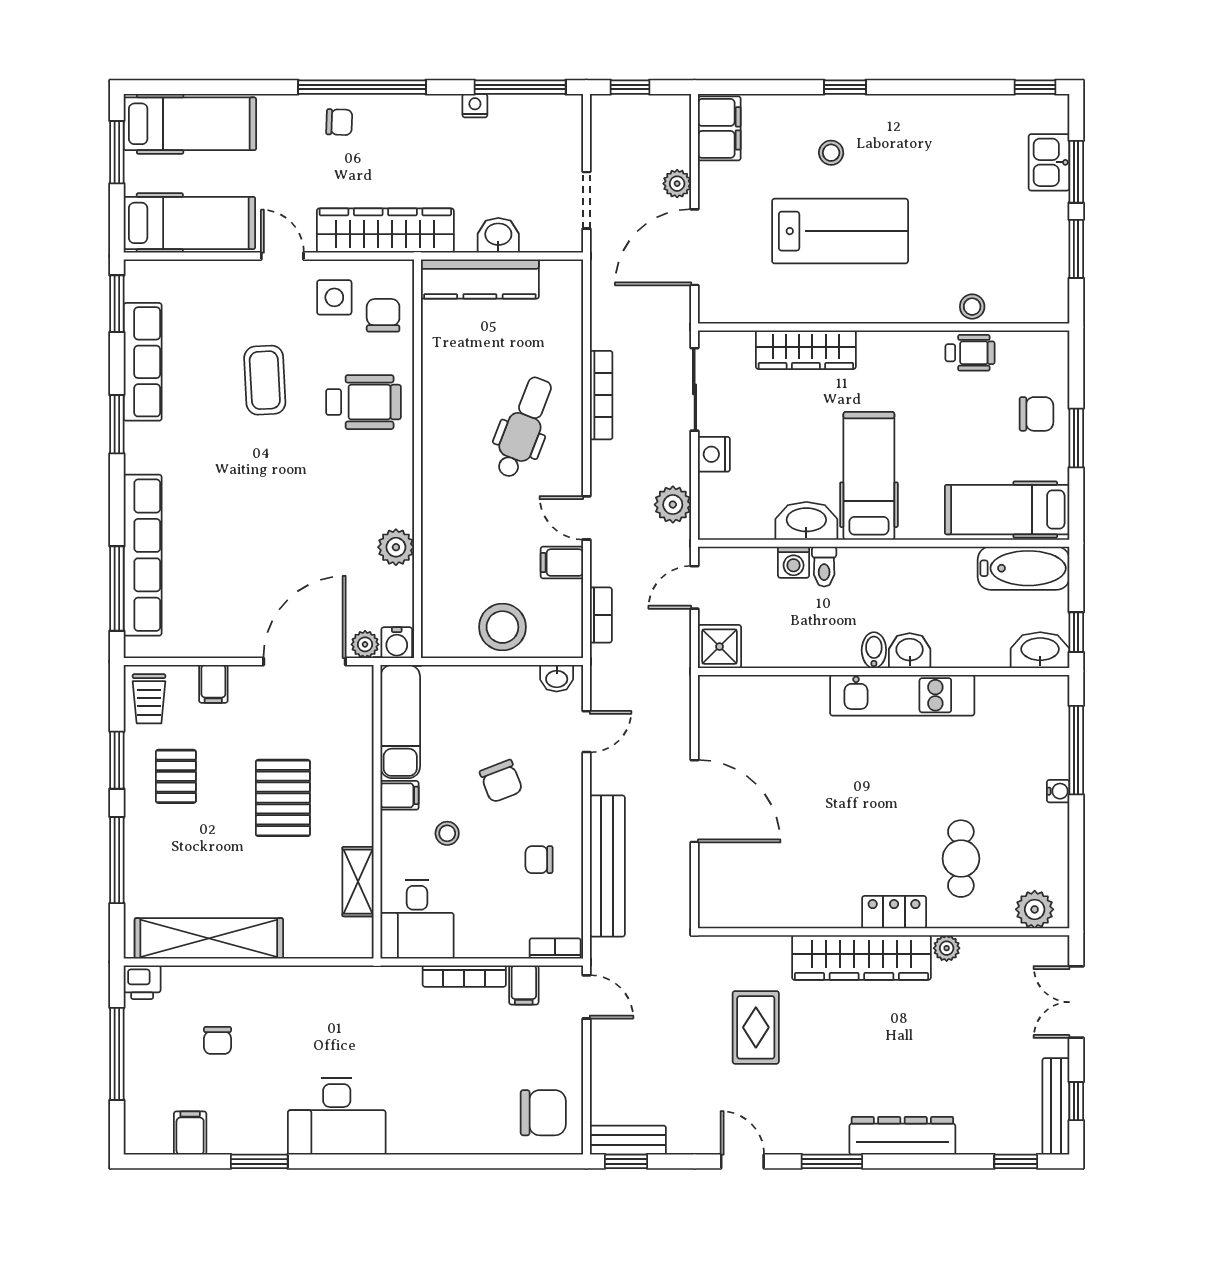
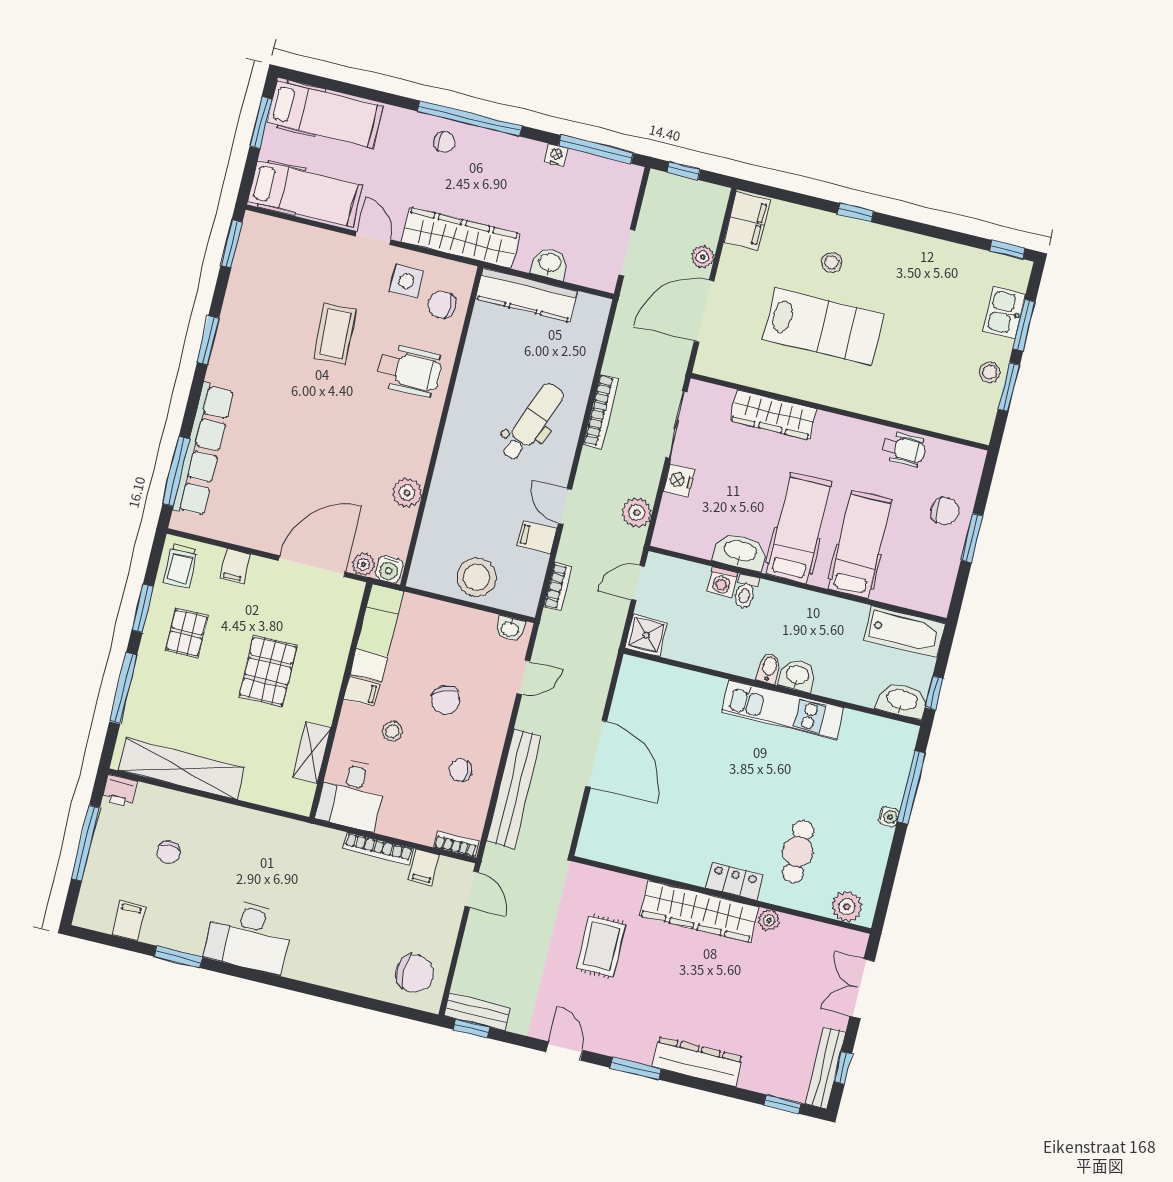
stool: (972, 307) -> (990, 372), moved
chair: (383, 315) -> (442, 305), turned -90
row of seats: (143, 362) -> (241, 295), removed
hospital bed: (1007, 510) -> (860, 544), moved, turned 90

